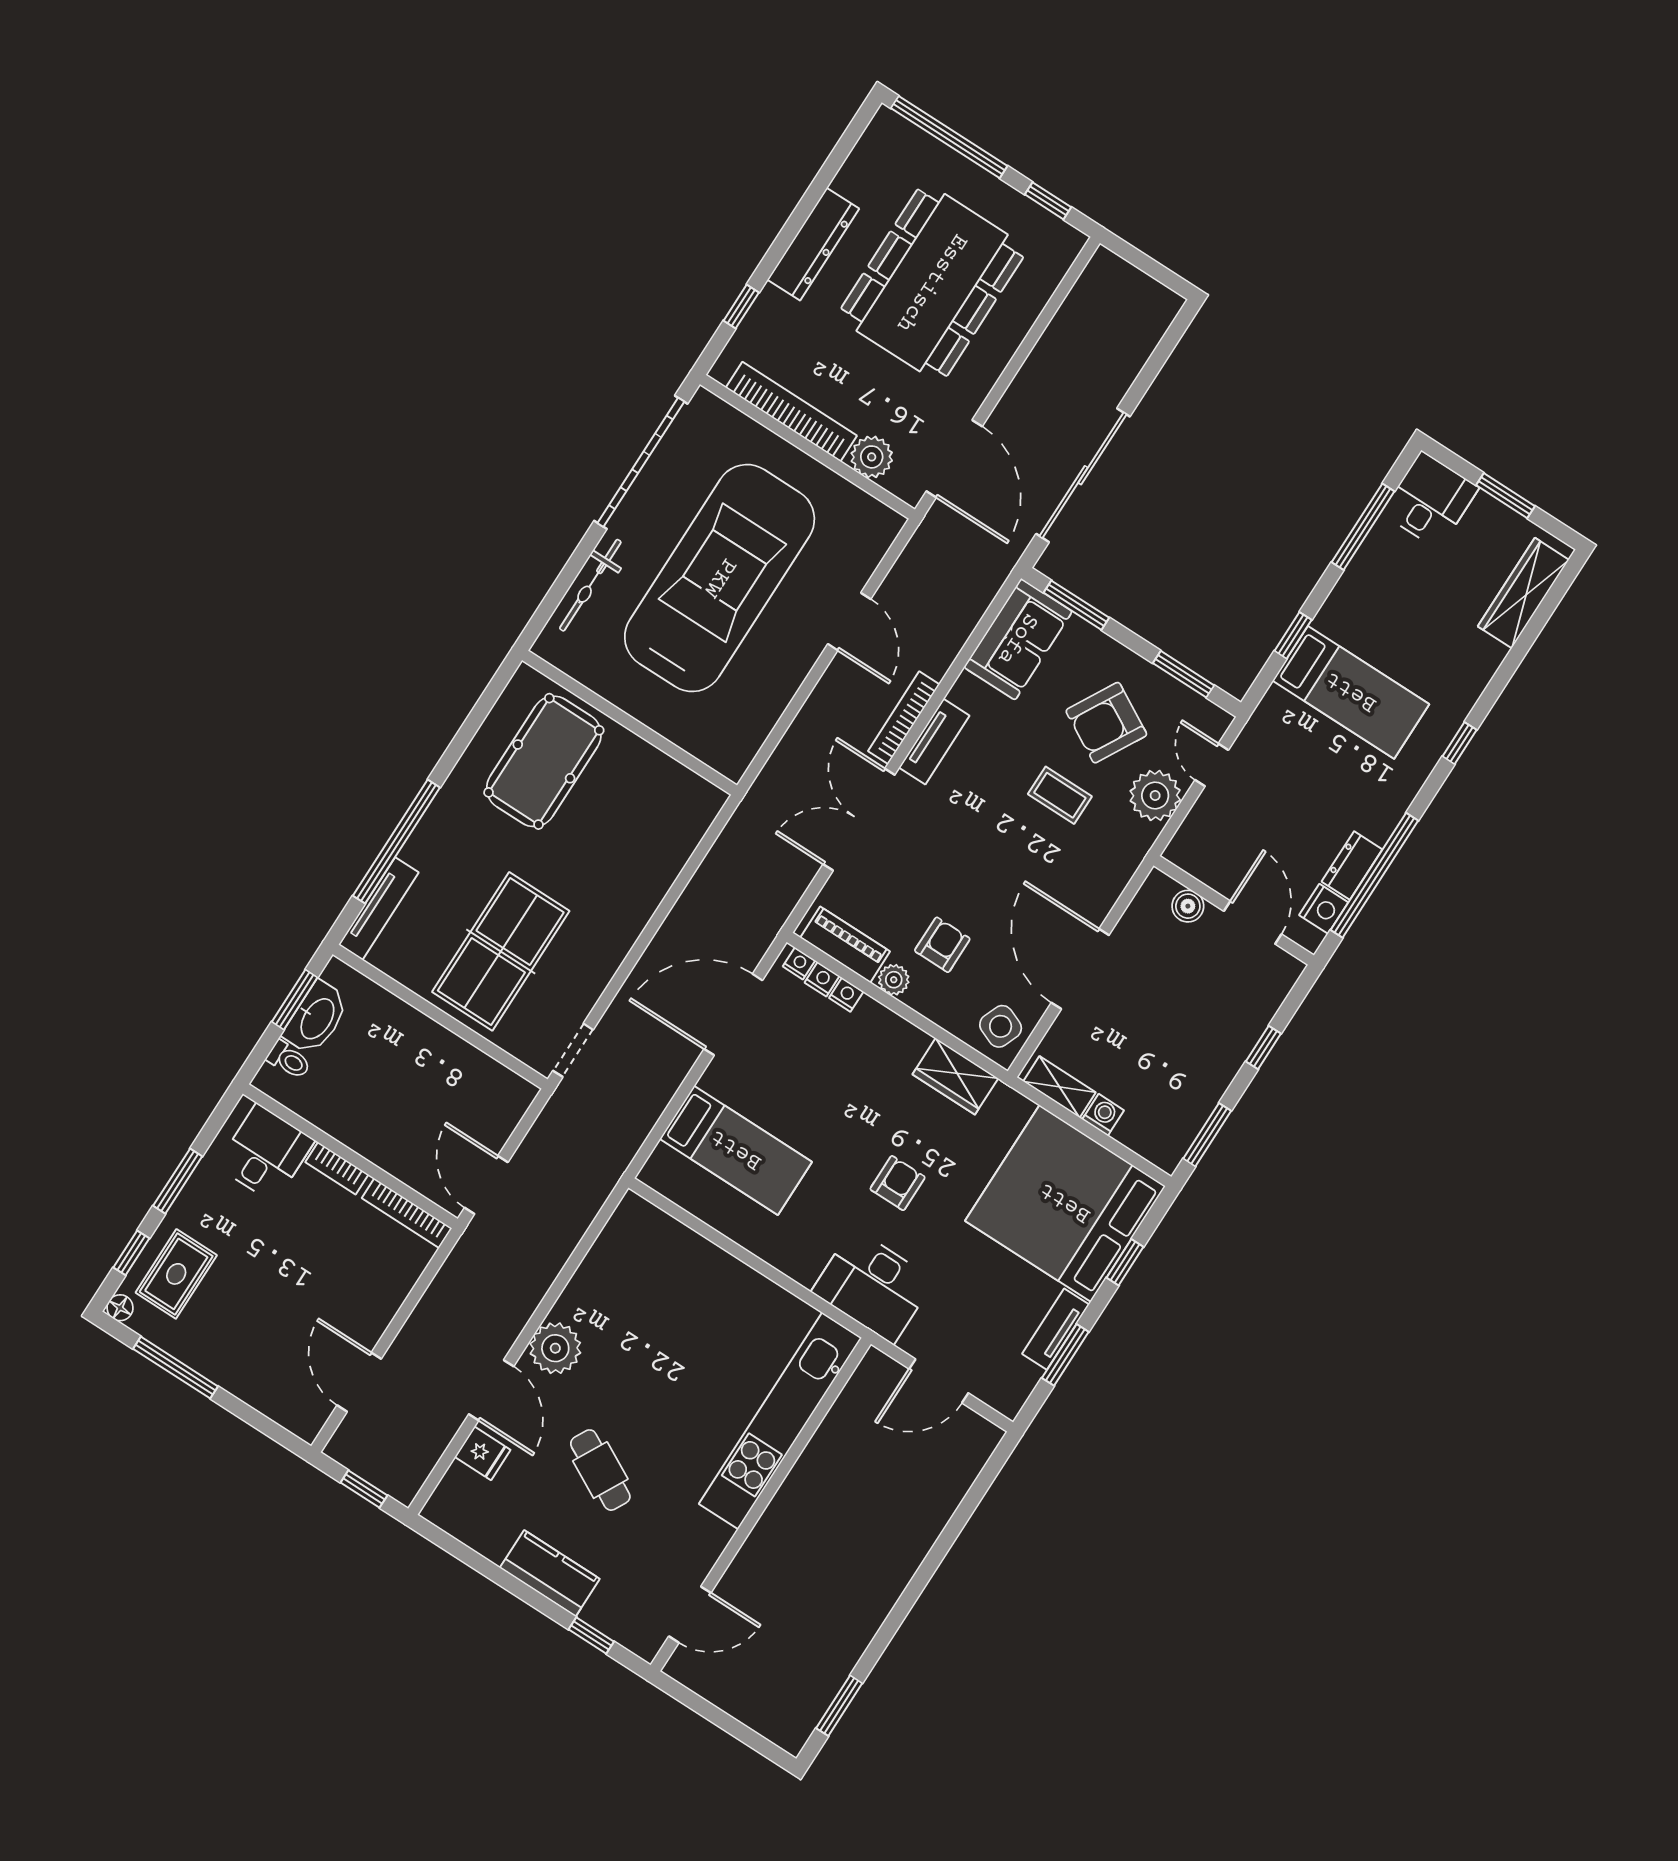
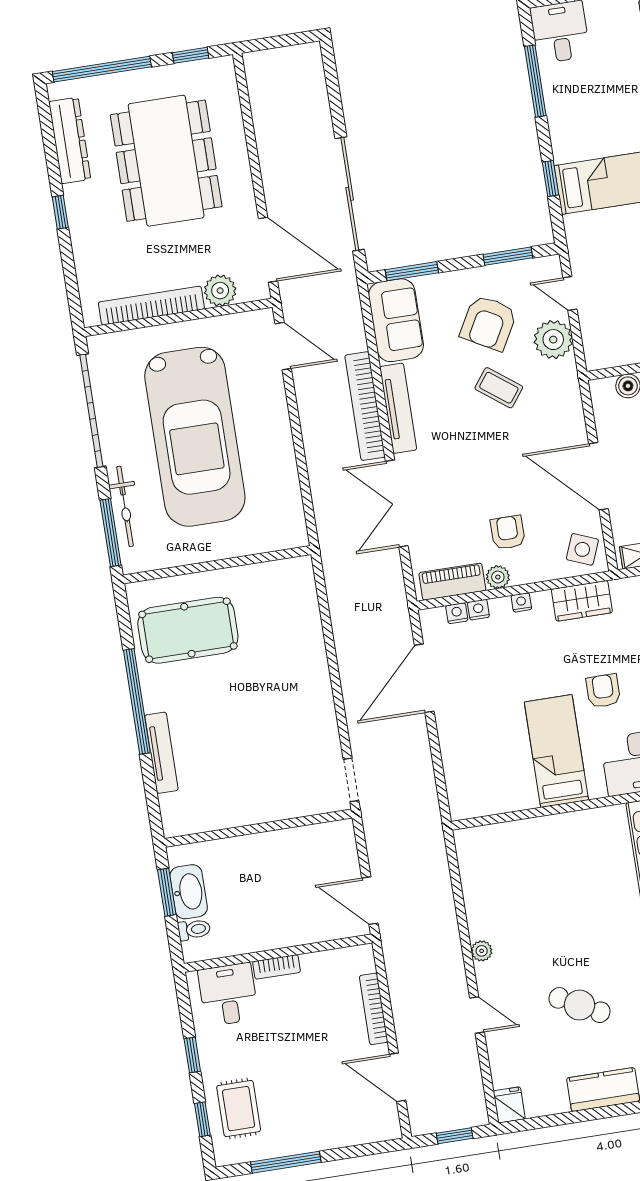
dresser: (813, 244) -> (70, 141), moved
window: (741, 307) -> (60, 212), moved
car: (720, 578) -> (195, 437), turned 180
window: (553, 598) -> (110, 533), added
door: (849, 622) -> (283, 346), moved
bookcase: (904, 718) -> (365, 406), width x1.48, depth x1.31
tv unit: (934, 742) -> (398, 408), width x1.41
pool table: (544, 761) -> (188, 630), turned 90
coffee table: (1060, 795) -> (499, 388), turned 37
window: (396, 842) -> (137, 701), moved
tv unit: (379, 909) -> (161, 753), moved
table tennis table: (501, 951) -> (260, 760), removed
nightstand: (799, 963) -> (521, 602), moved
bed: (736, 1150) -> (556, 751), moved, turned -90
window: (178, 1181) -> (192, 1055), width x0.67
bookcase: (407, 1213) -> (374, 1009), moved, turned 90
floor lamp: (120, 1308) -> (224, 1156), removed
plant: (555, 1348) -> (482, 951), width x0.53, depth x0.53
door: (491, 1390) -> (477, 1015), width x0.73
fridge: (483, 1453) -> (509, 1105), moved, turned -90

